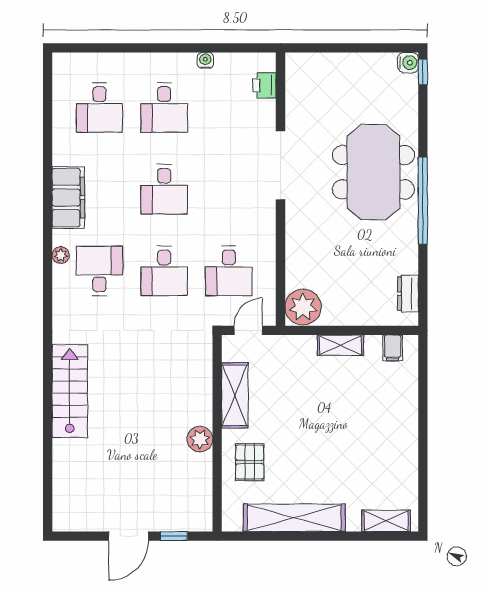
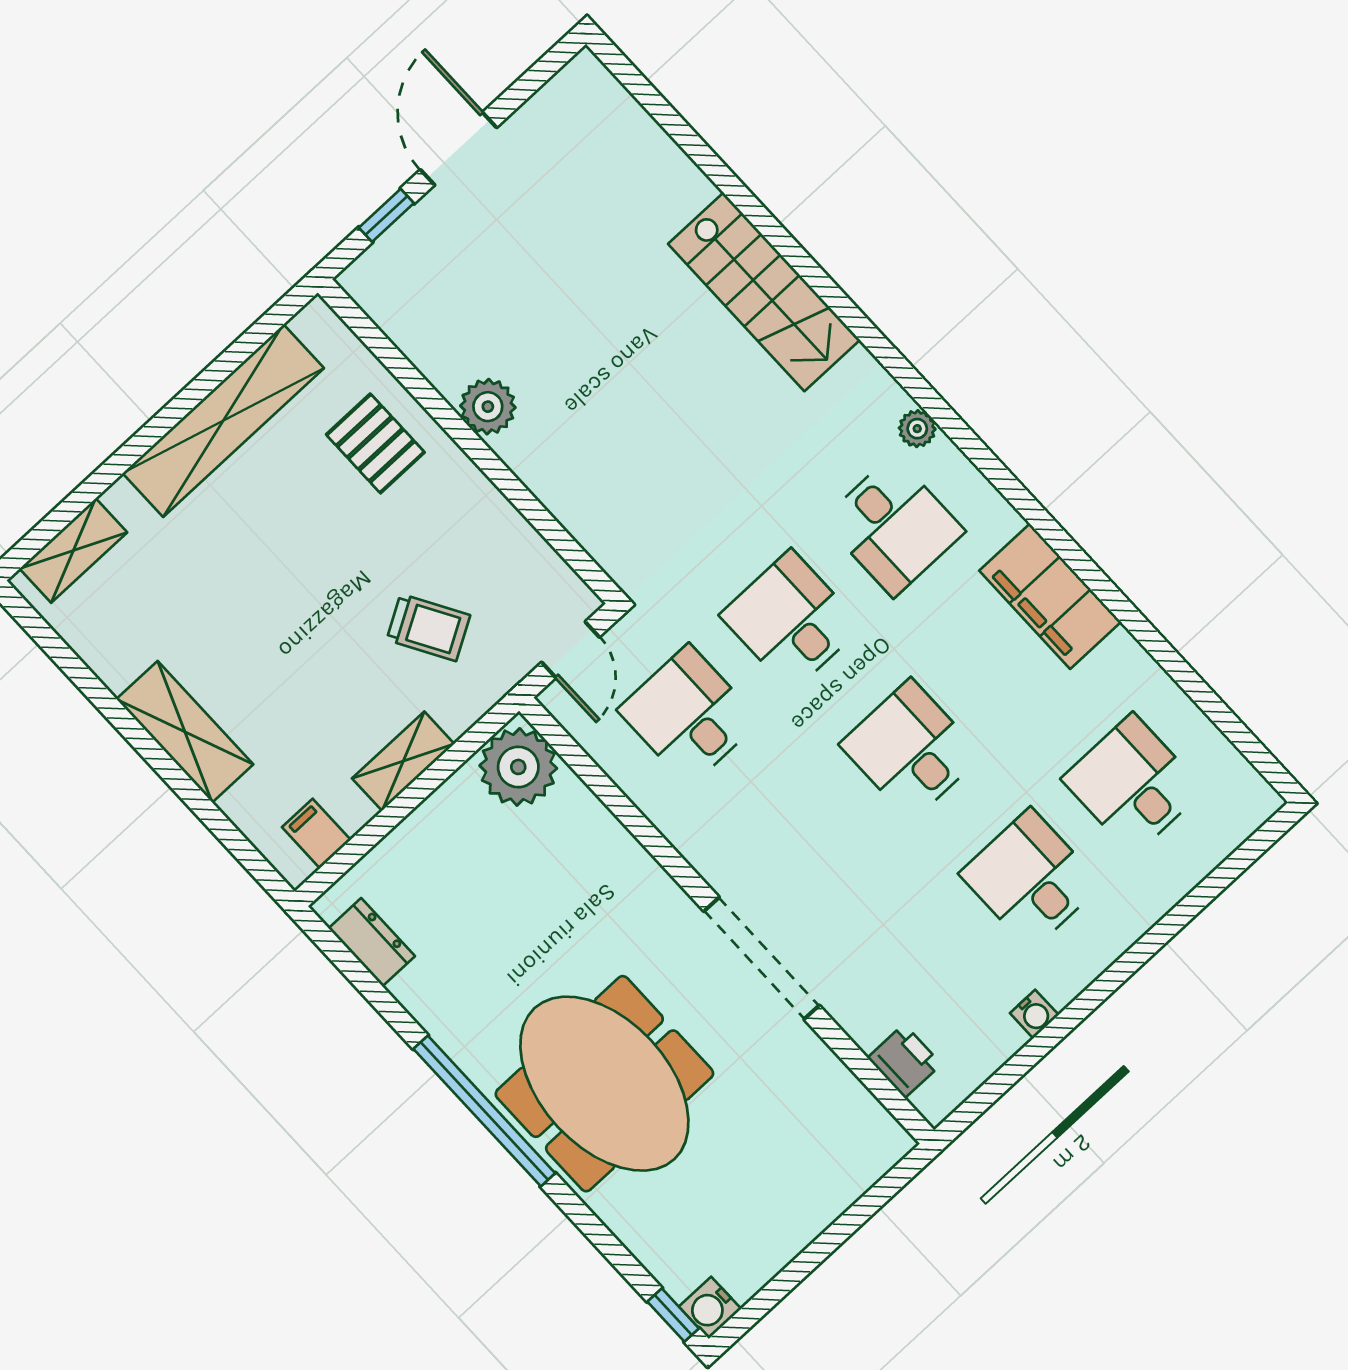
plant: (61, 255) -> (917, 429), moved
trolley: (290, 383) -> (428, 627), added
shelving: (235, 395) -> (185, 732), moved

